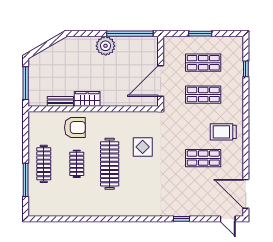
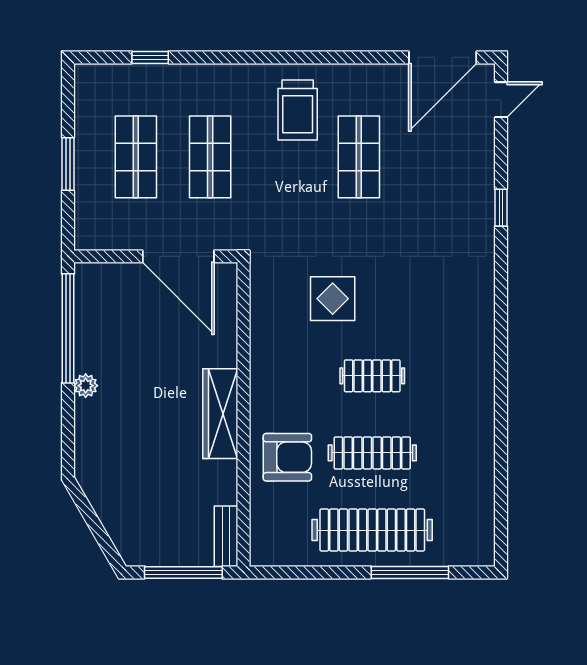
plant: (106, 46) -> (86, 386), width x0.53, depth x0.53
wardrobe: (87, 99) -> (220, 414), width x1.50
bench: (60, 101) -> (226, 536), moved
armchair: (75, 128) -> (287, 457), turned 90
clothes rail: (44, 164) -> (372, 530), width x1.37, depth x1.31
clothes rail: (77, 164) -> (372, 453), width x1.36
clothes rail: (110, 164) -> (372, 376), width x0.54, depth x0.76

